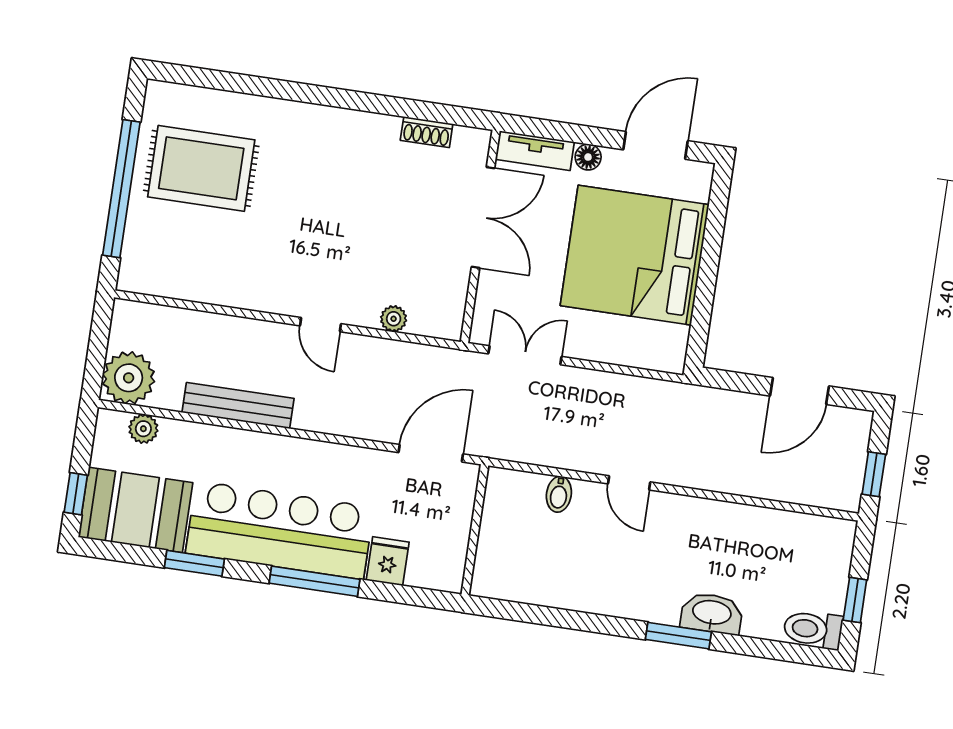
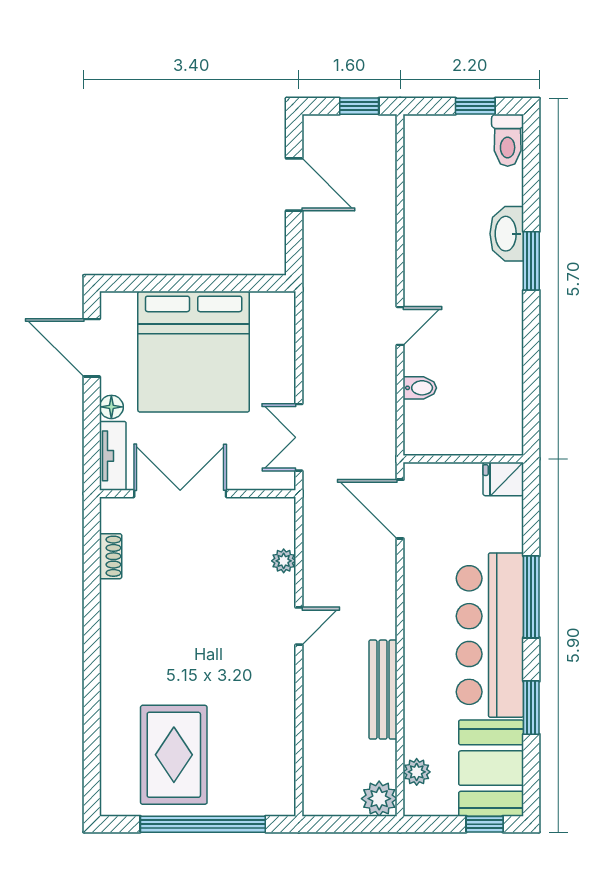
plant: (129, 378) -> (379, 799), width x0.73, depth x0.73
fridge: (388, 561) -> (503, 479), moved

